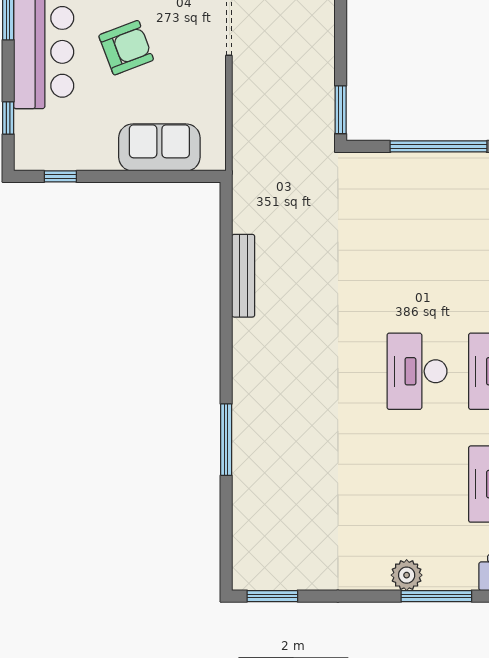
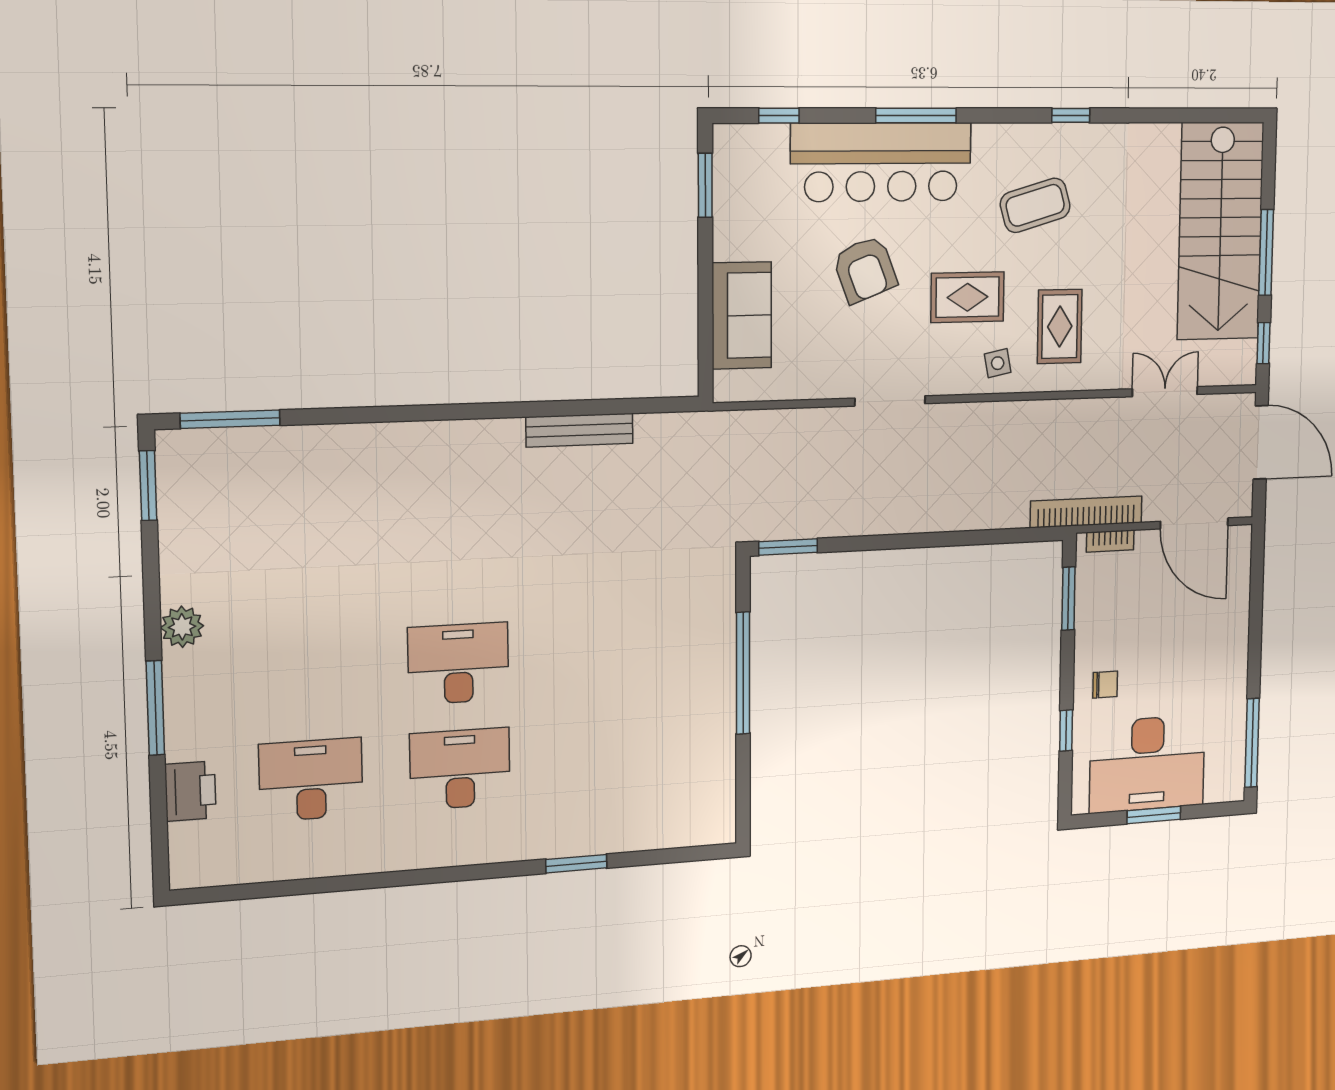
window: (60, 176) -> (705, 185), width x1.50
window: (226, 440) -> (230, 419), moved
plant: (407, 575) -> (182, 627), moved

